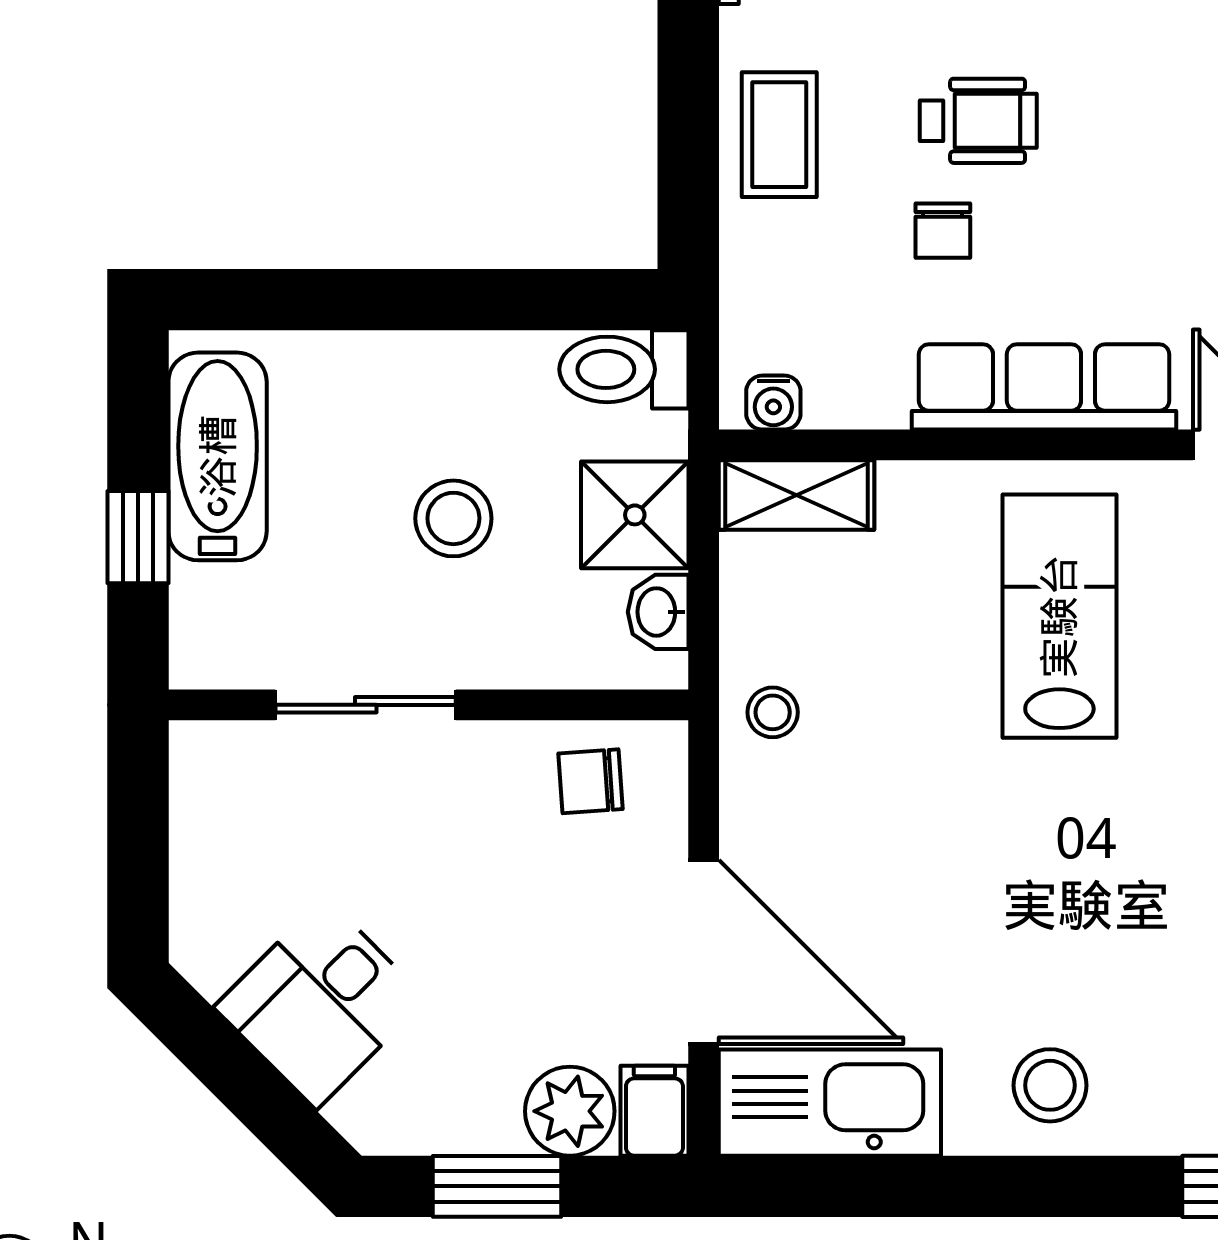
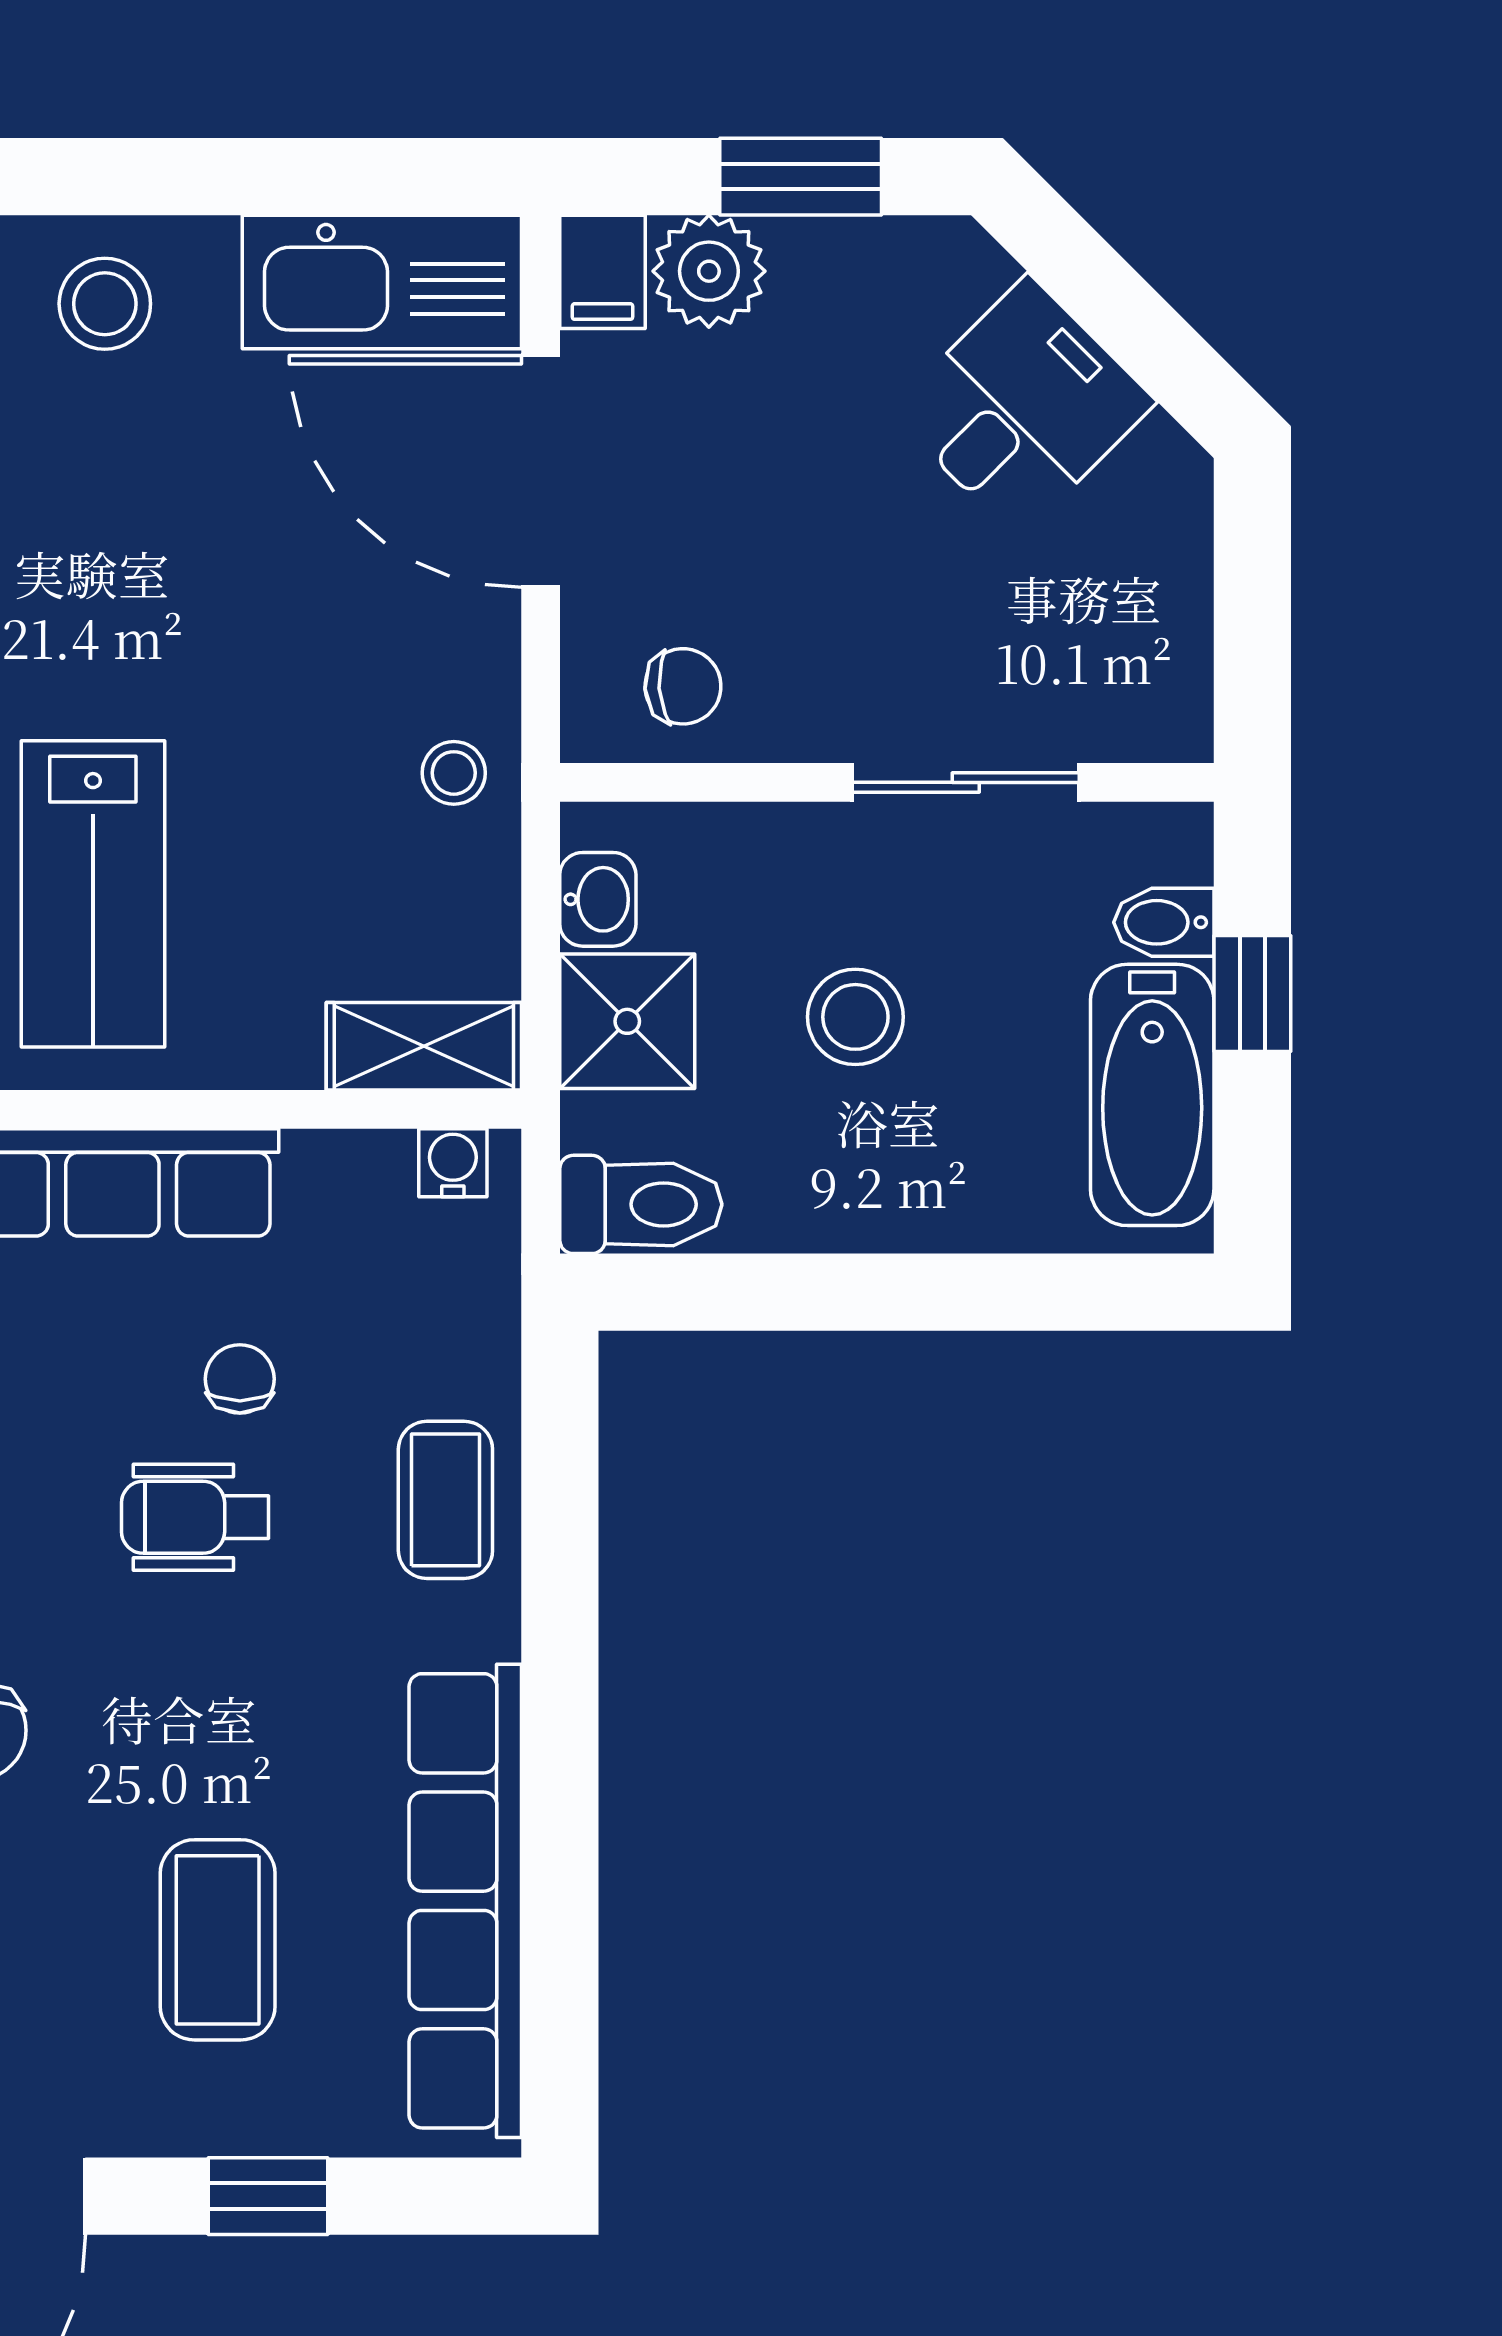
bidet: (208, 594) -> (1164, 922), added

